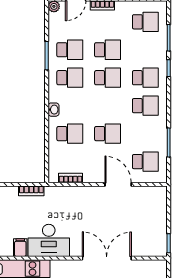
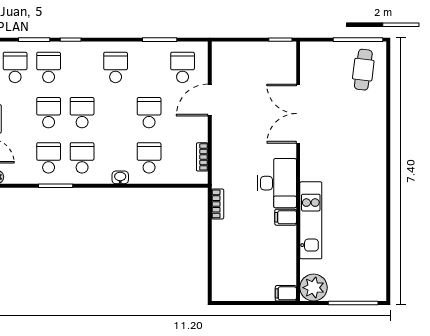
school desk: (145, 78) -> (49, 67), moved

